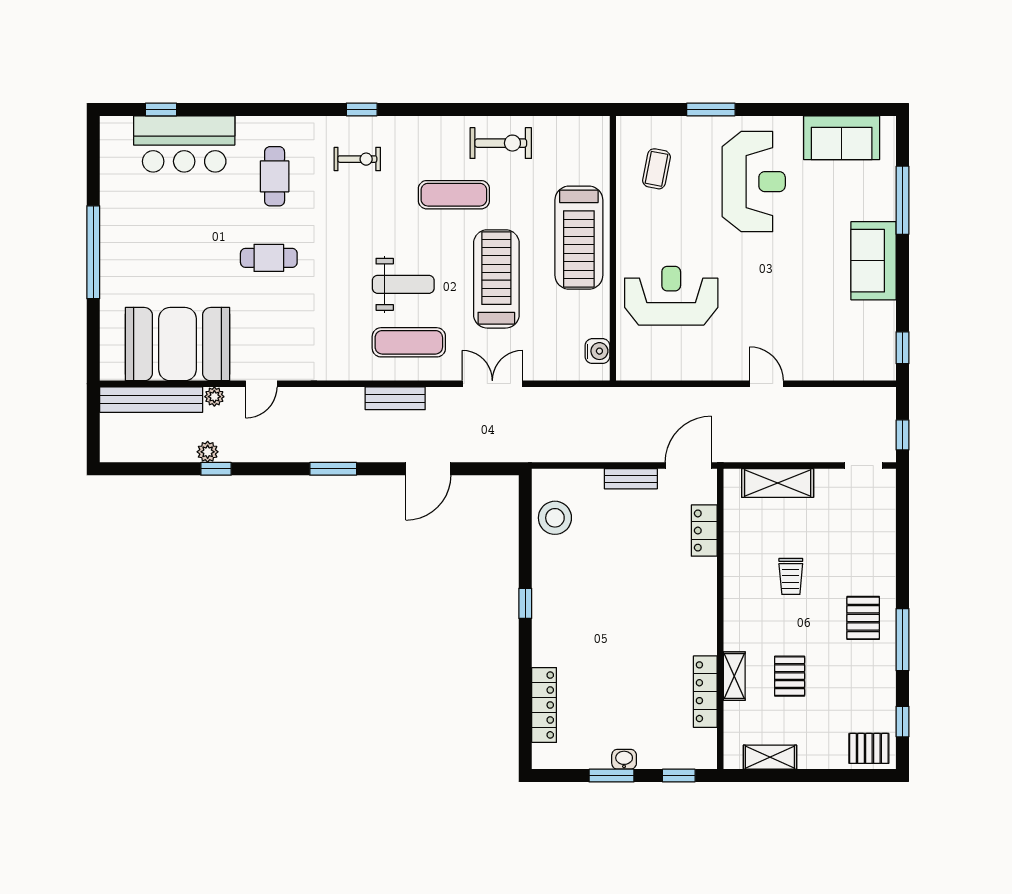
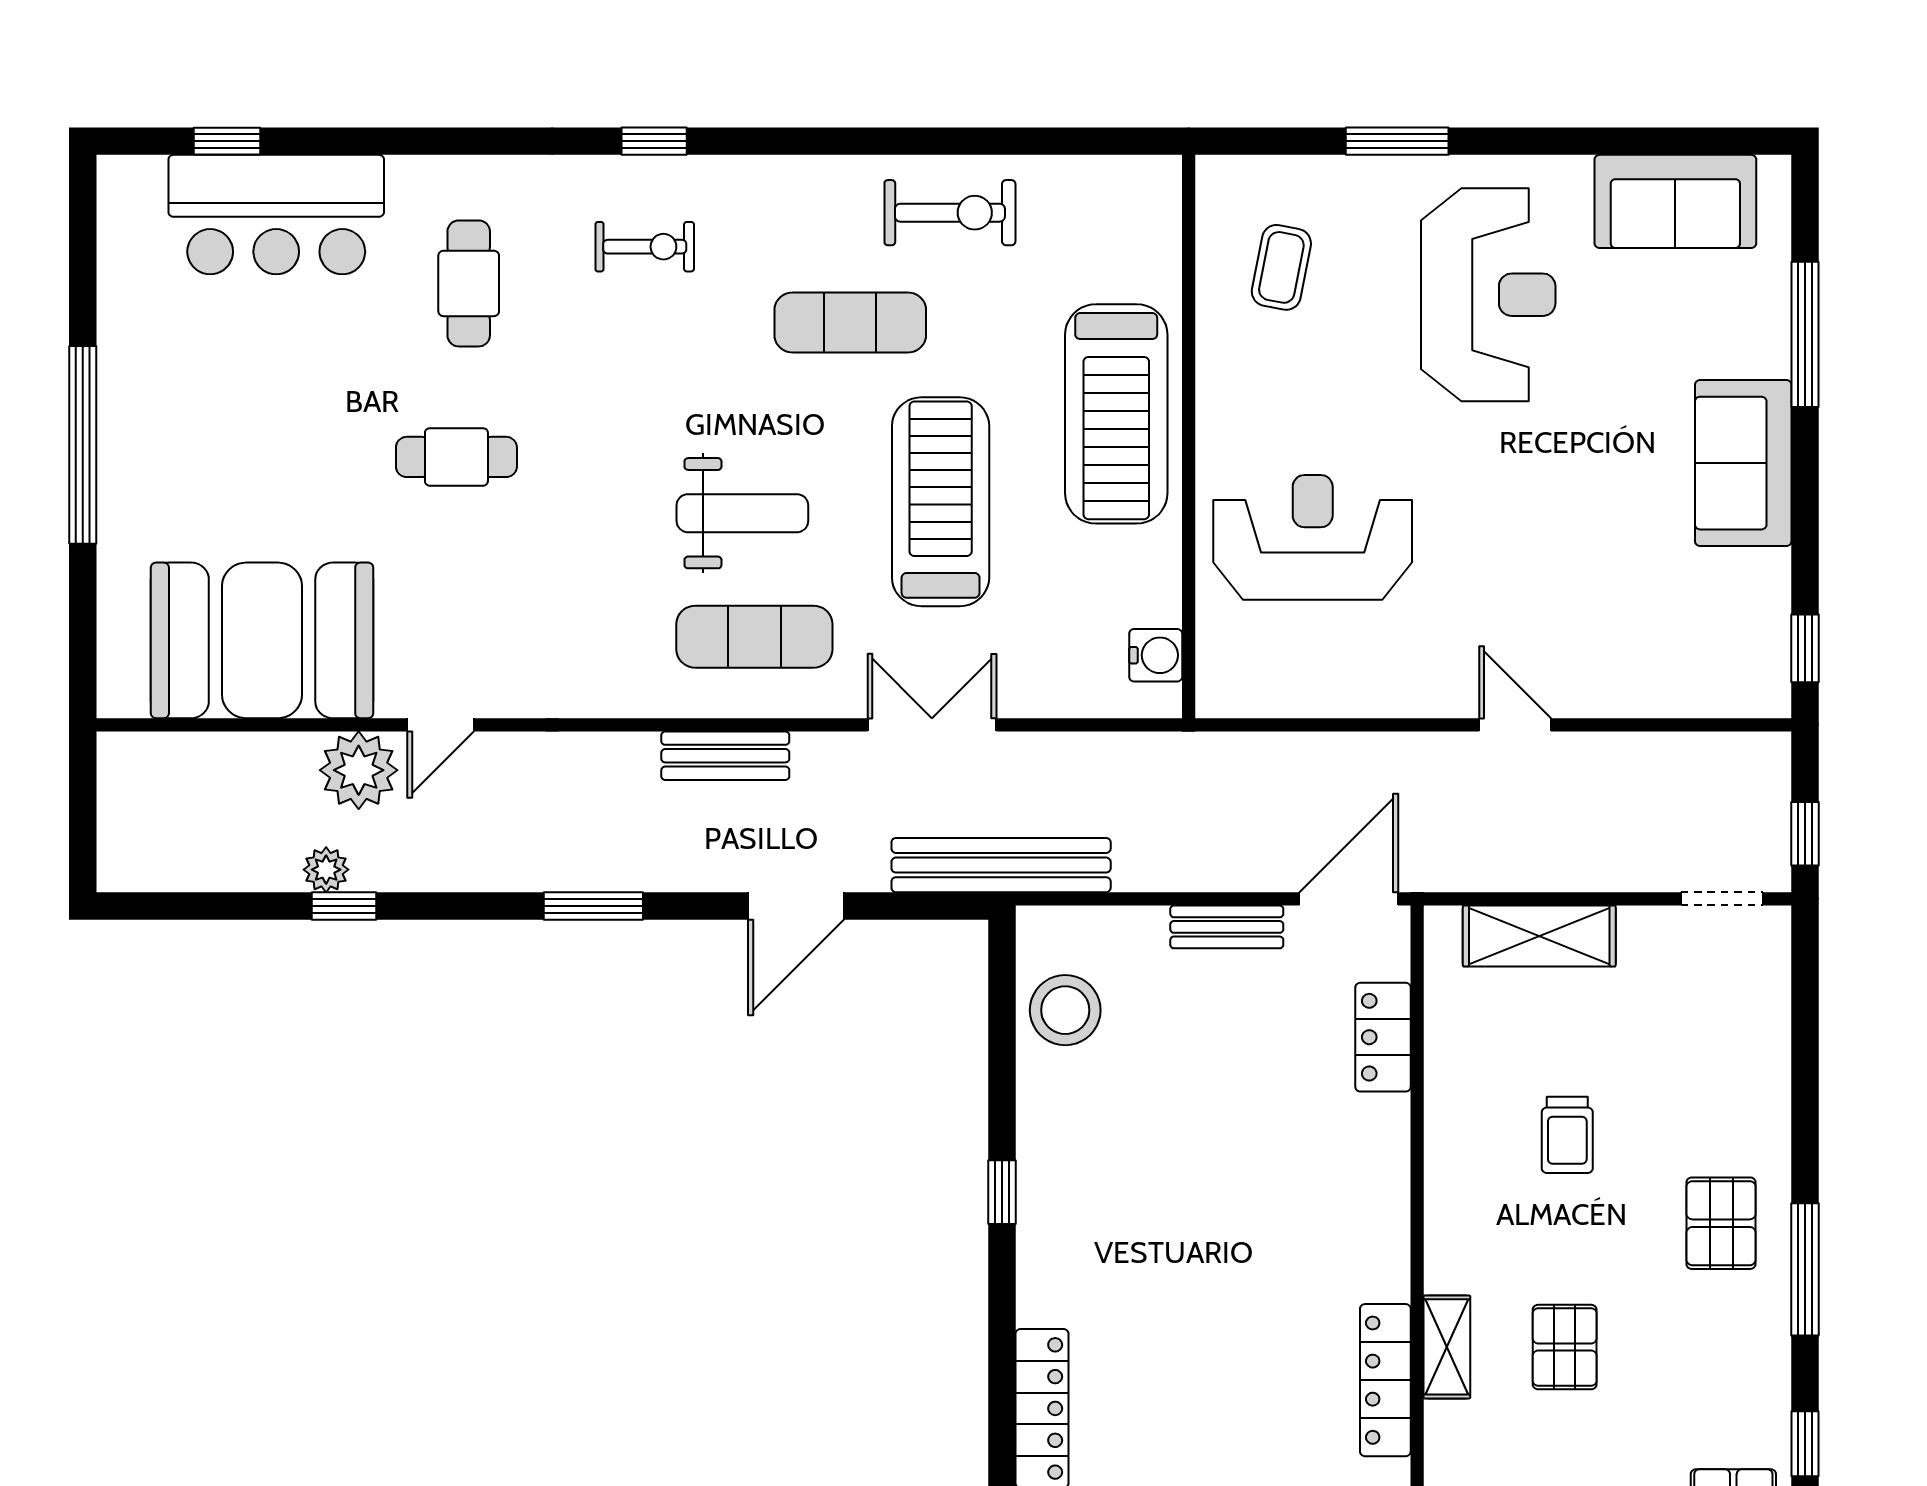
plant: (214, 397) -> (359, 770), width x1.88, depth x1.88
bench: (151, 400) -> (1001, 865), moved

